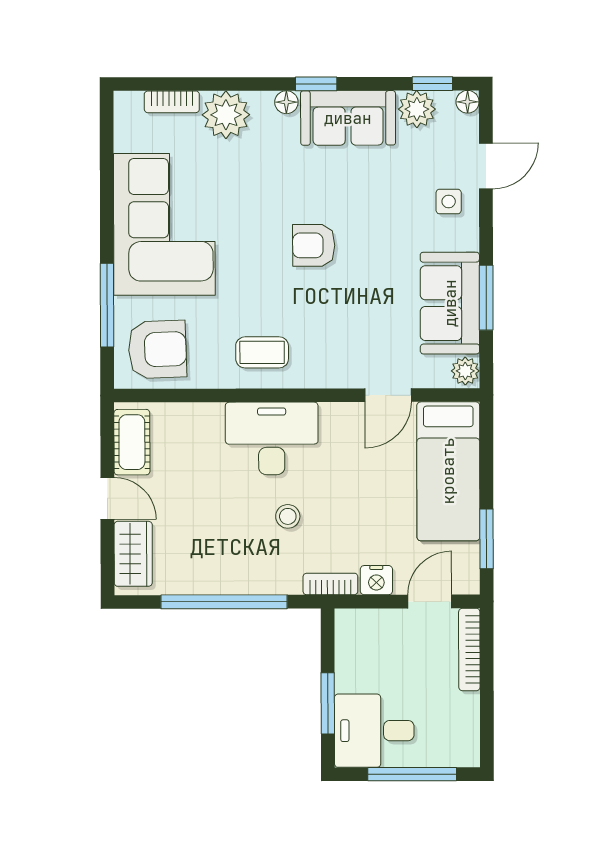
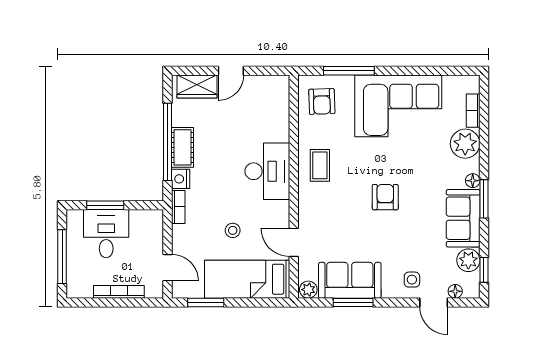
window: (316, 84) -> (484, 199), width x1.50
floor lamp: (468, 102) -> (455, 291), moved
armchair: (157, 349) -> (322, 101), width x0.72, depth x0.72
cot: (132, 442) -> (183, 147), moved, turned 90
stool: (288, 516) -> (233, 230), moved
nightstand: (376, 580) -> (181, 179), moved
bookcase: (469, 650) -> (119, 292), moved
desk: (374, 731) -> (106, 234), moved

